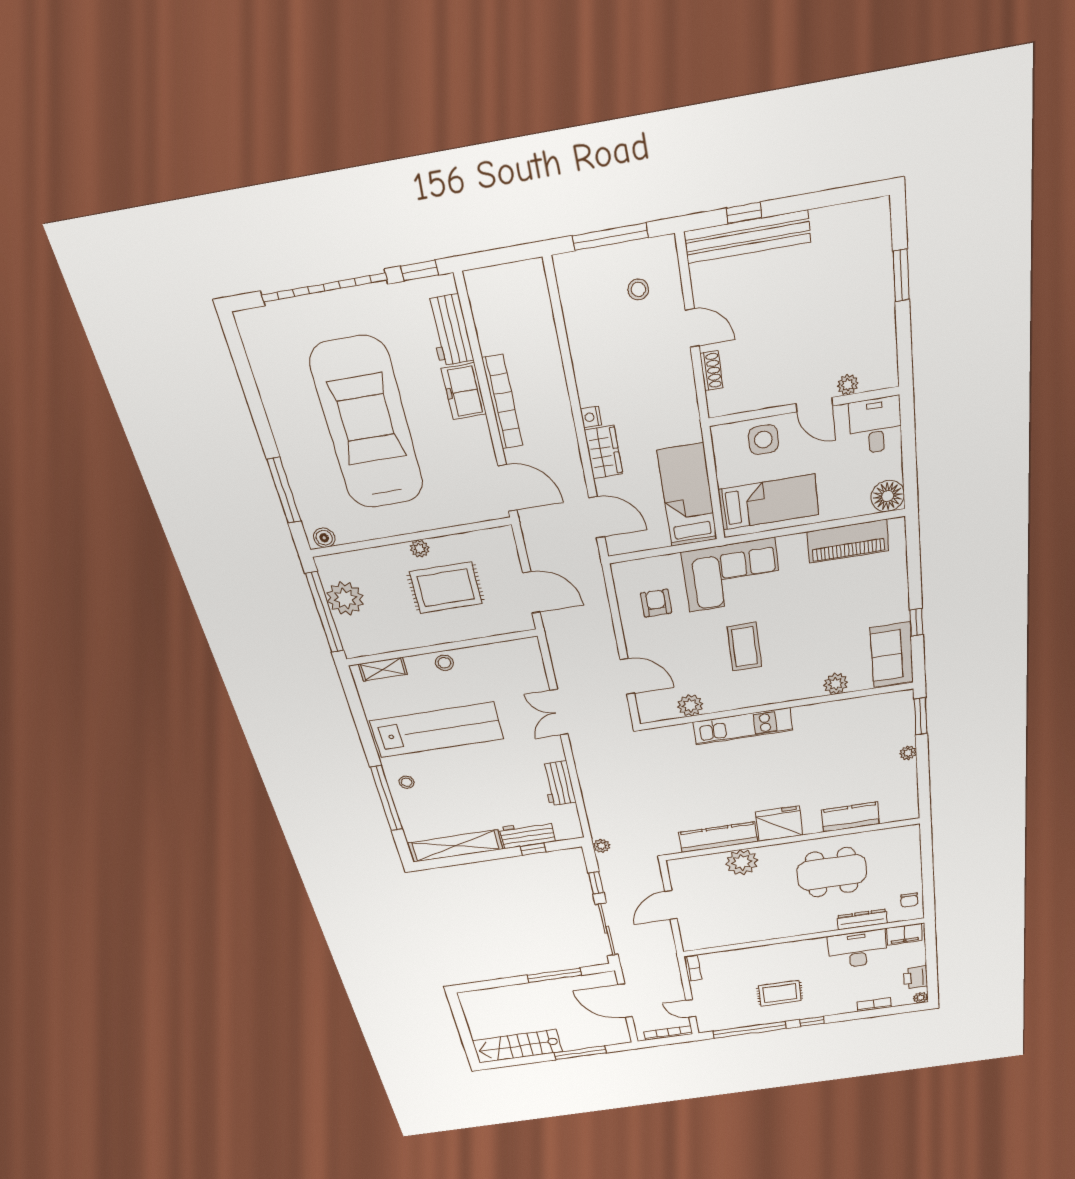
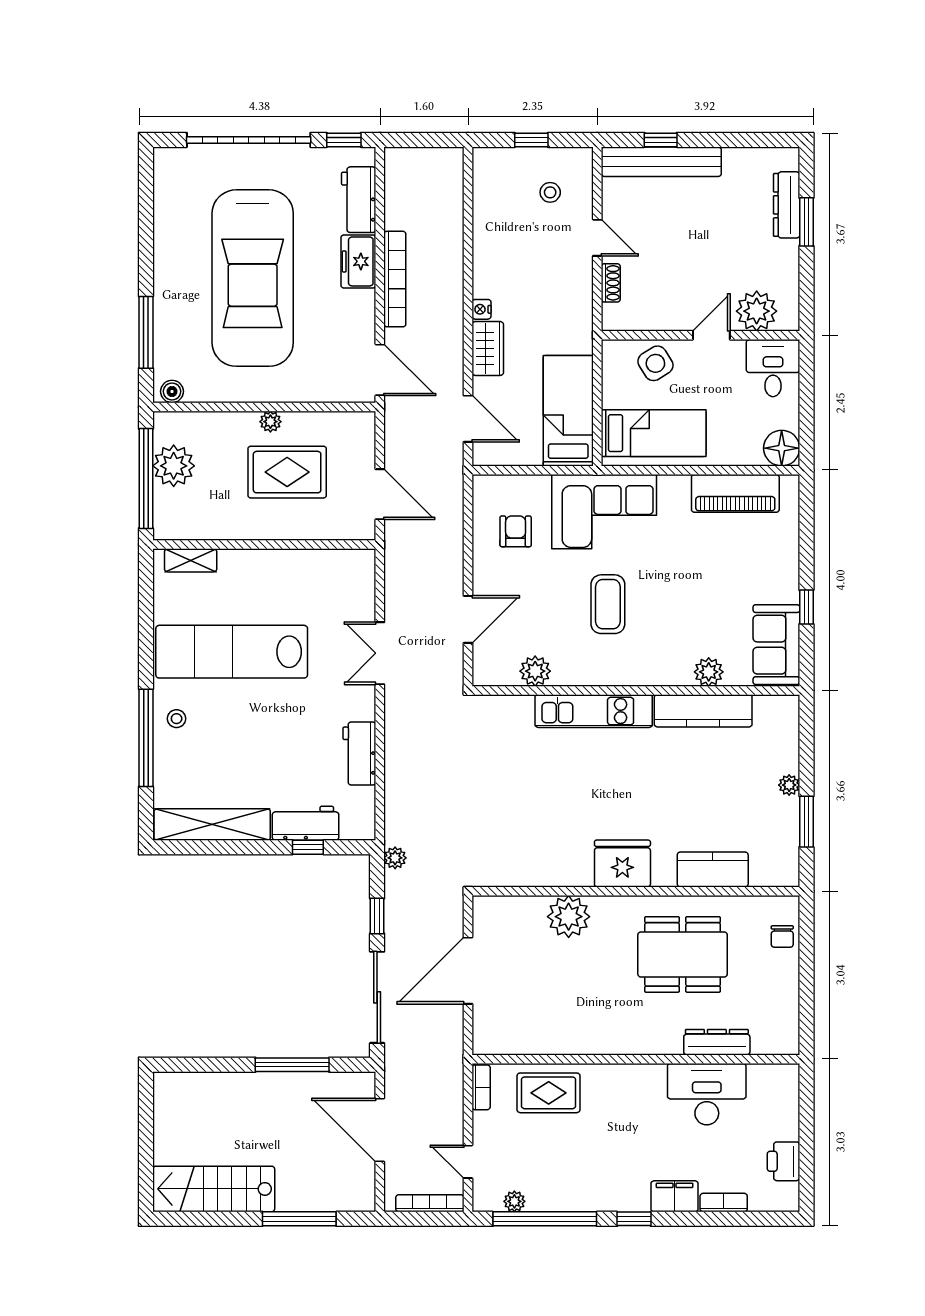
window: (610, 237) -> (531, 140), width x0.46
dresser: (880, 261) -> (787, 205), added
plant: (848, 385) -> (757, 311), width x1.88, depth x1.88
door: (814, 405) -> (711, 335), swing flipped
car: (368, 424) -> (253, 278), turned 180
side table: (763, 440) -> (655, 363), turned -32
stool: (444, 663) -> (263, 564), removed
door: (627, 677) -> (468, 619), hinge flipped
window: (921, 716) -> (806, 822), moved
lab bench: (437, 730) -> (232, 652), turned 180
kitchen counter: (718, 837) -> (703, 711), moved, turned 180
chair: (909, 900) -> (782, 937), moved
door: (671, 905) -> (468, 971), width x1.36
filing cabinet: (904, 934) -> (675, 1196), moved, turned 180
rug: (780, 993) -> (549, 1093), moved
plant: (921, 998) -> (514, 1201), moved

